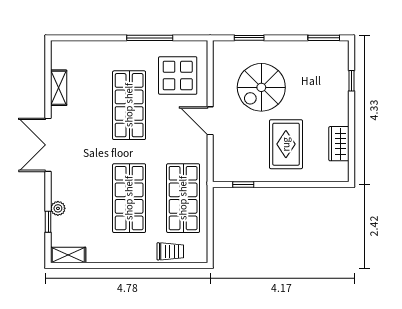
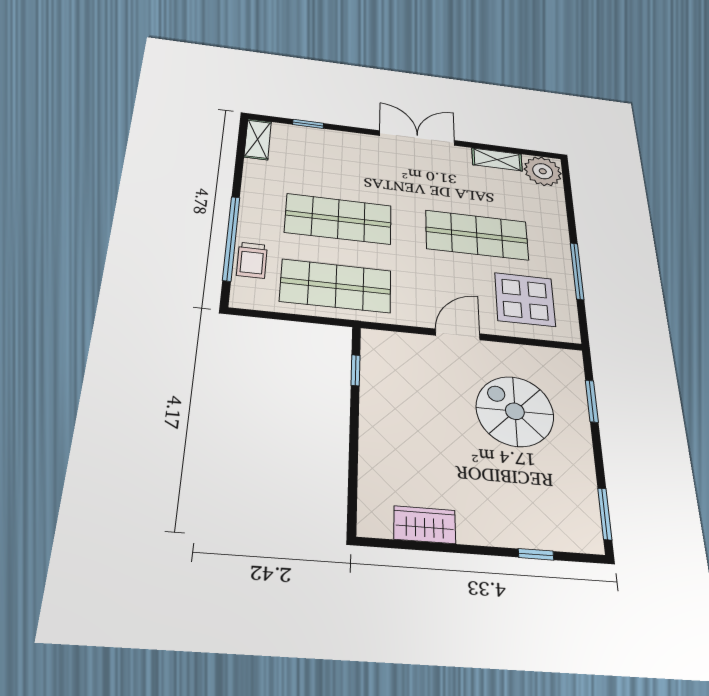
rug: (286, 144) -> (423, 440), removed
plant: (58, 208) -> (543, 171), moved, width x1.87, depth x1.87
window: (155, 265) -> (231, 238), added

